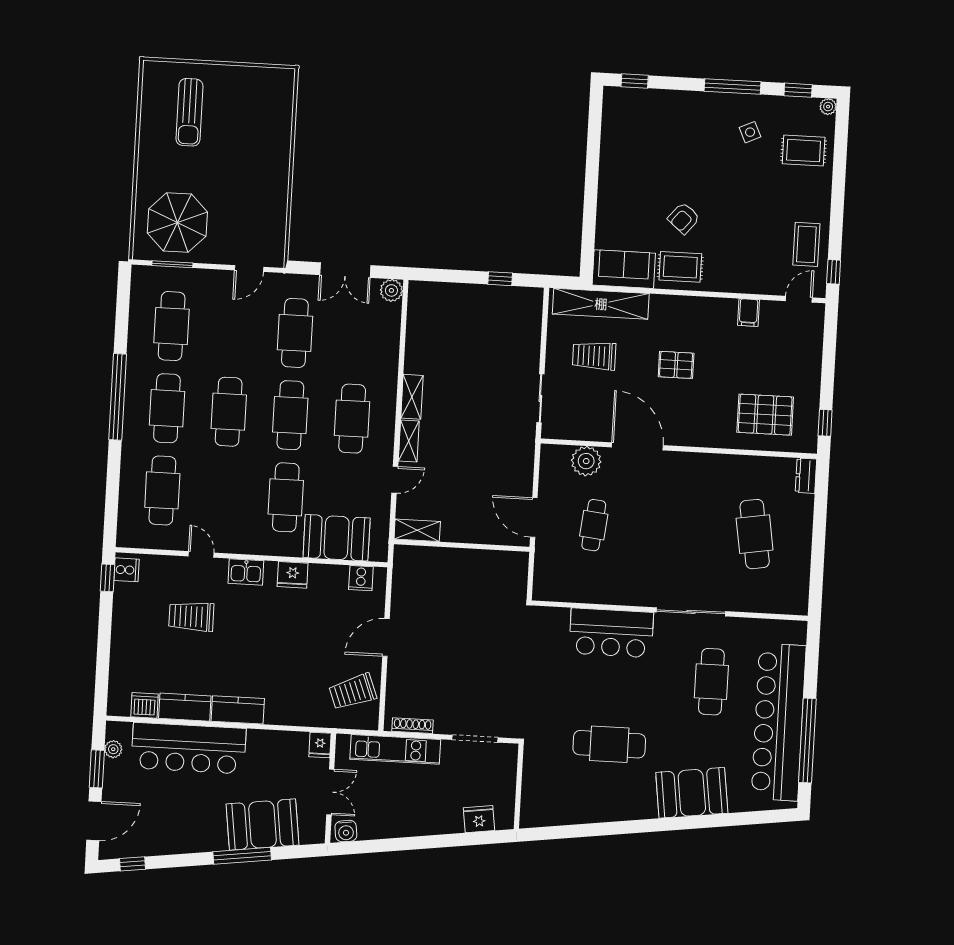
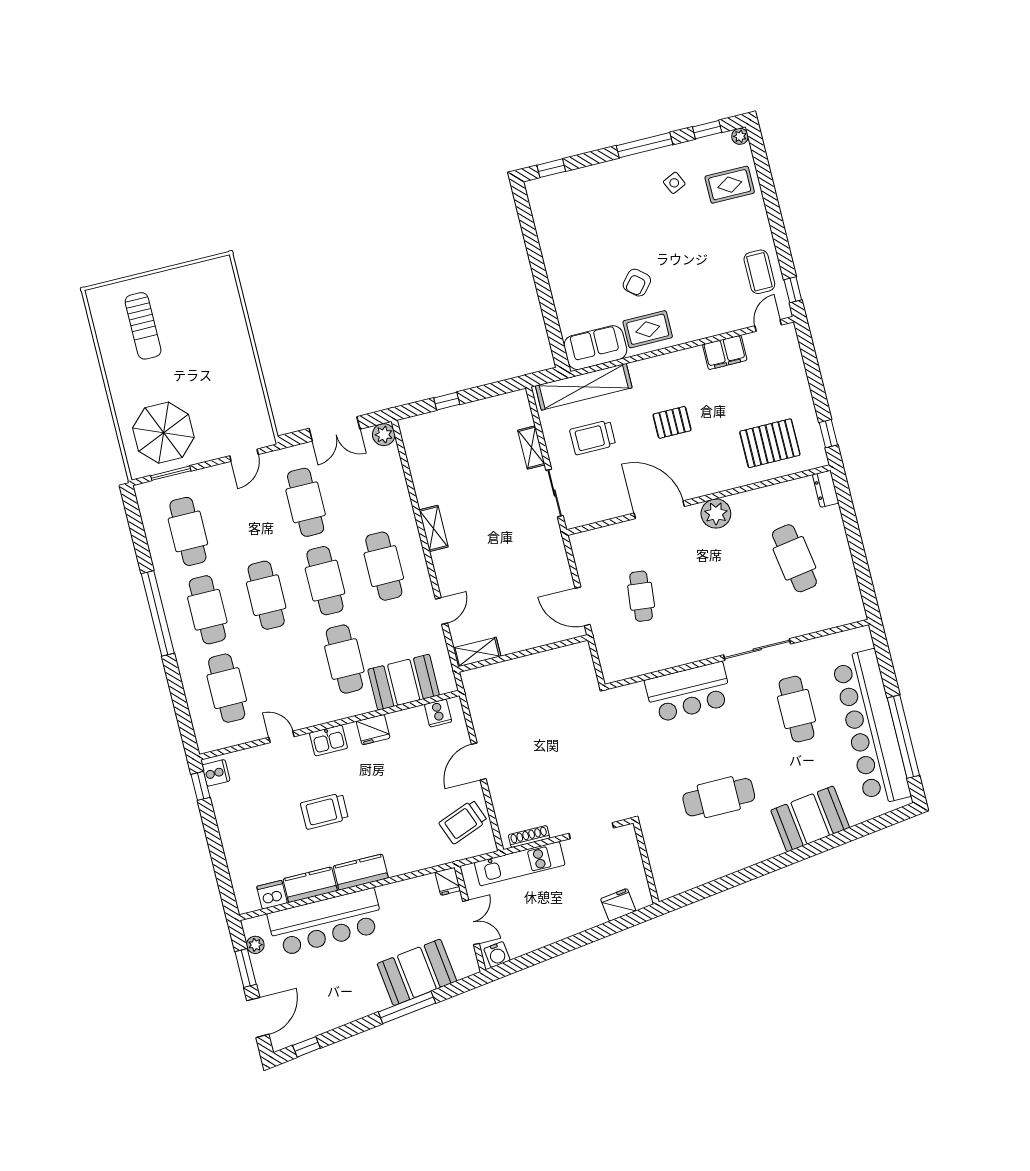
window: (500, 279) -> (447, 401), moved
filing cabinet: (748, 313) -> (725, 352), width x2.00
shelving: (409, 441) -> (531, 448), moved
plant: (586, 461) -> (716, 514), moved
trolley: (191, 617) -> (324, 811), moved

